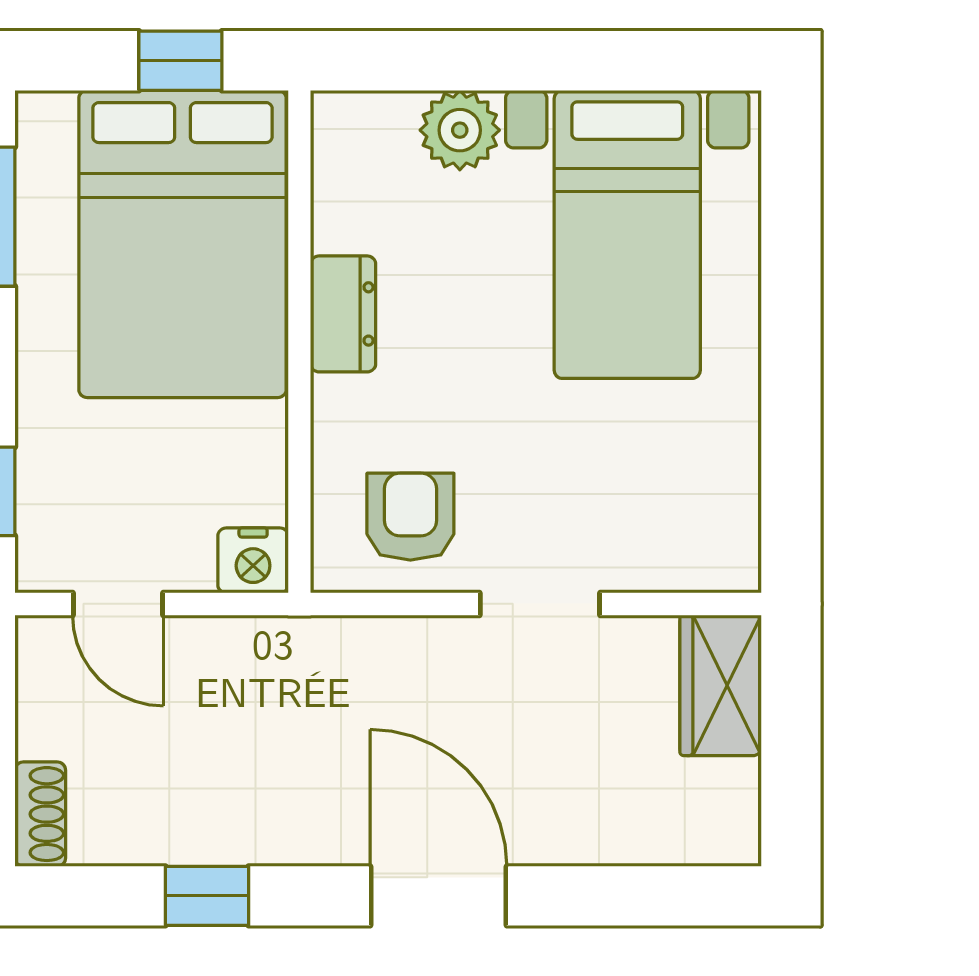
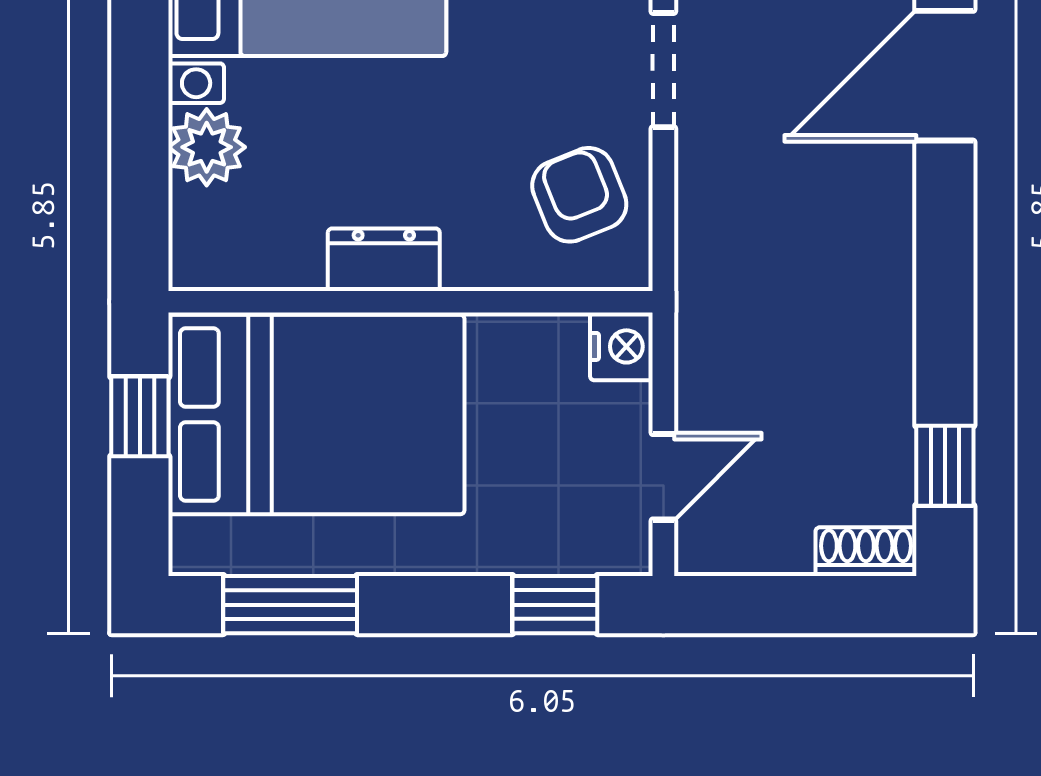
armchair: (410, 517) -> (579, 195), turned 68
window: (207, 896) -> (945, 466), moved
door: (439, 896) -> (945, 76), moved

